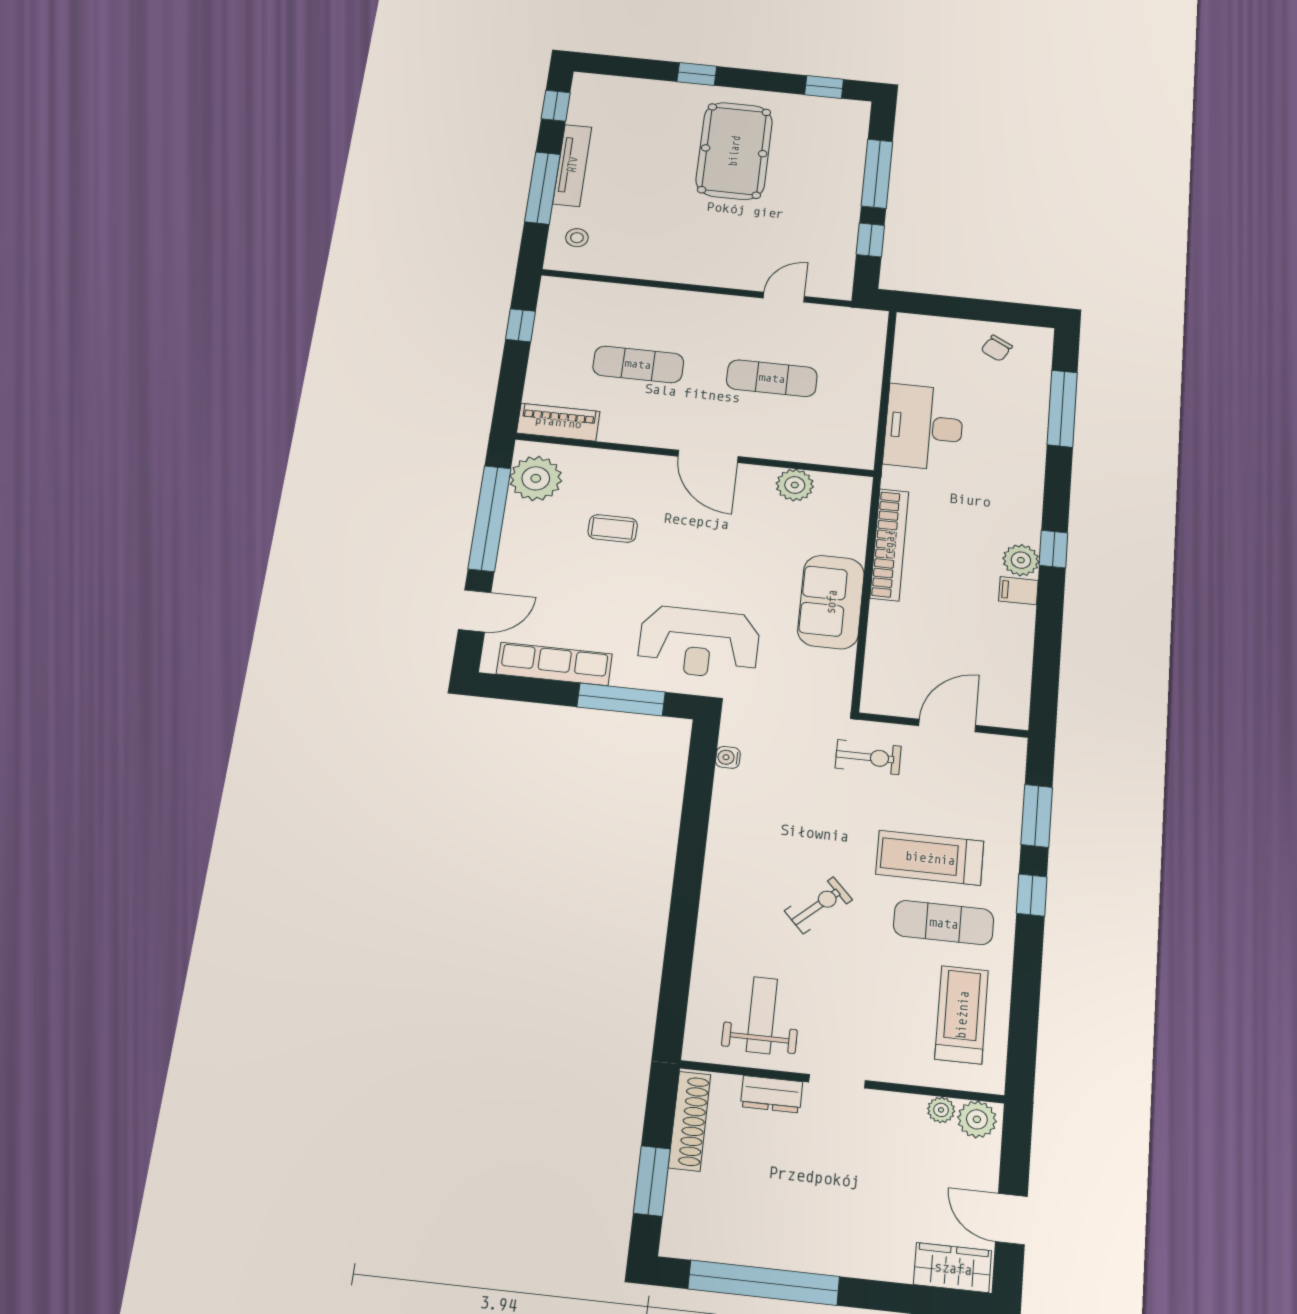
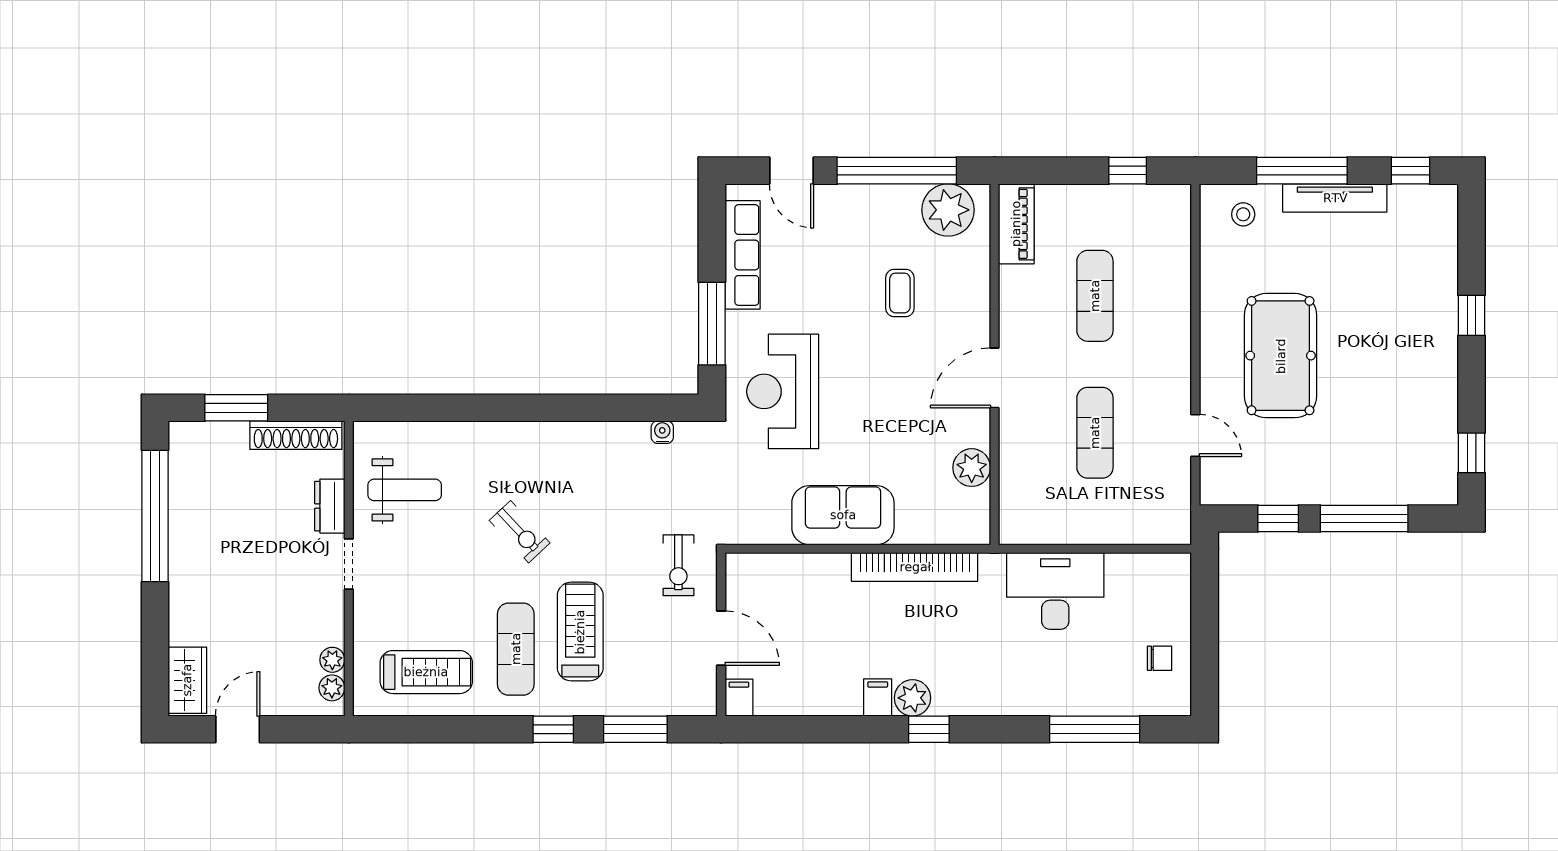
pool table: (734, 151) -> (1281, 356), moved, turned 90
chair: (997, 348) -> (1160, 658), turned 151
filing cabinet: (1010, 716) -> (739, 698), added
plant: (977, 1119) -> (332, 688), width x0.73, depth x0.73

